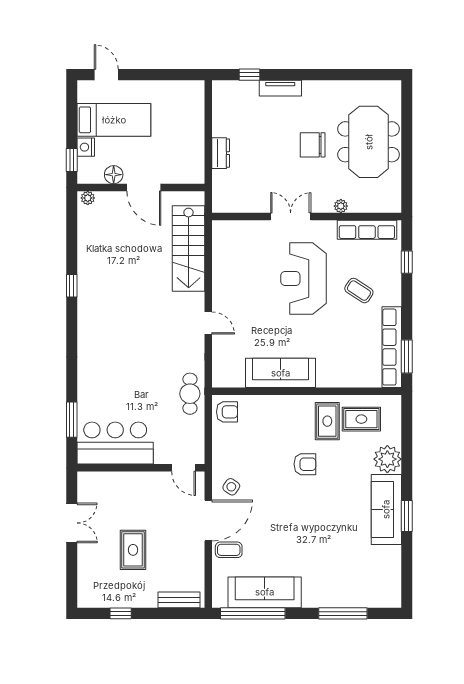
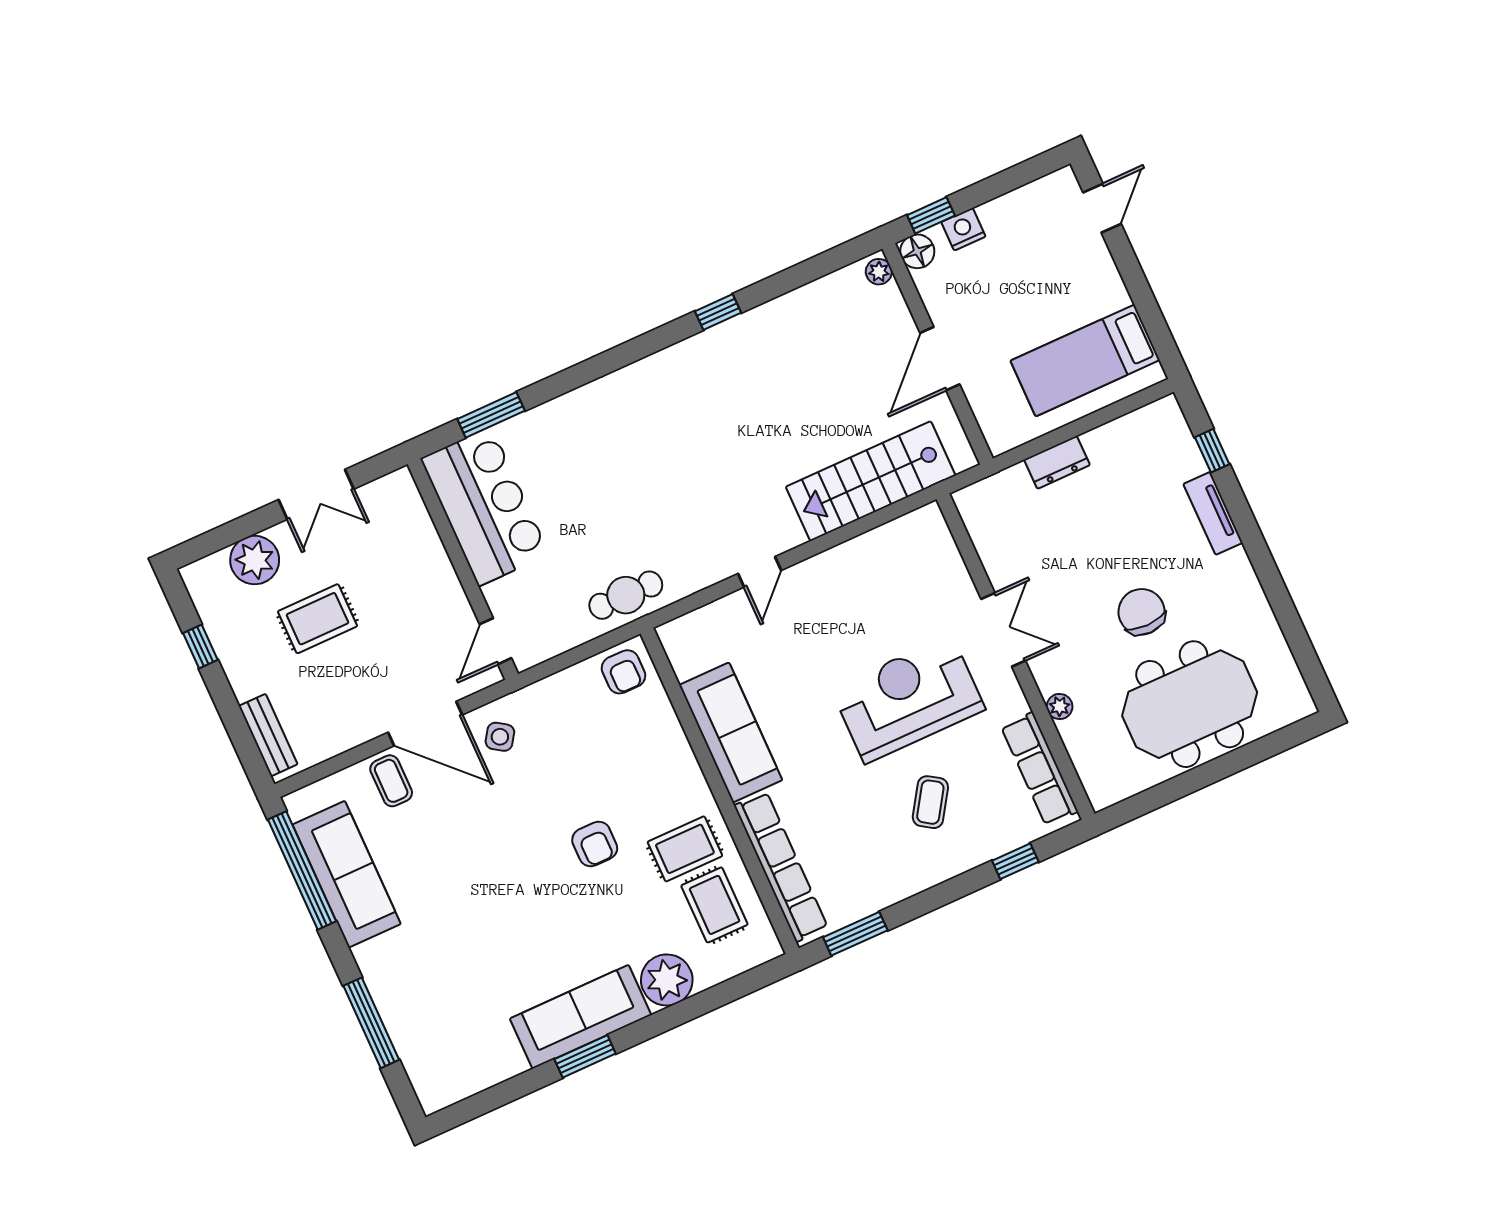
bed: (114, 120) -> (1085, 360), moved, turned 90
floor lamp: (114, 175) -> (917, 251), moved
row of seats: (392, 347) -> (781, 867), moved, turned 90
plant: (90, 568) -> (255, 560), added

